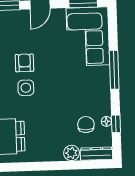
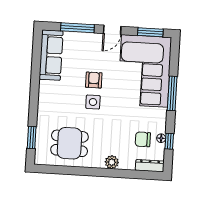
corner sofa: (88, 37) -> (145, 71), width x1.36, depth x1.36
chair: (86, 125) -> (143, 139), turned -90
plant: (72, 153) -> (112, 162), moved

